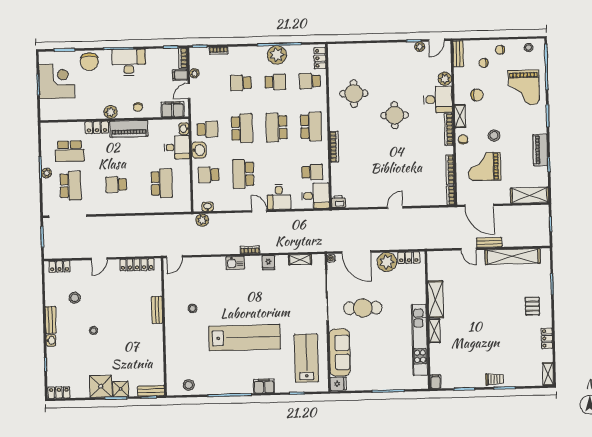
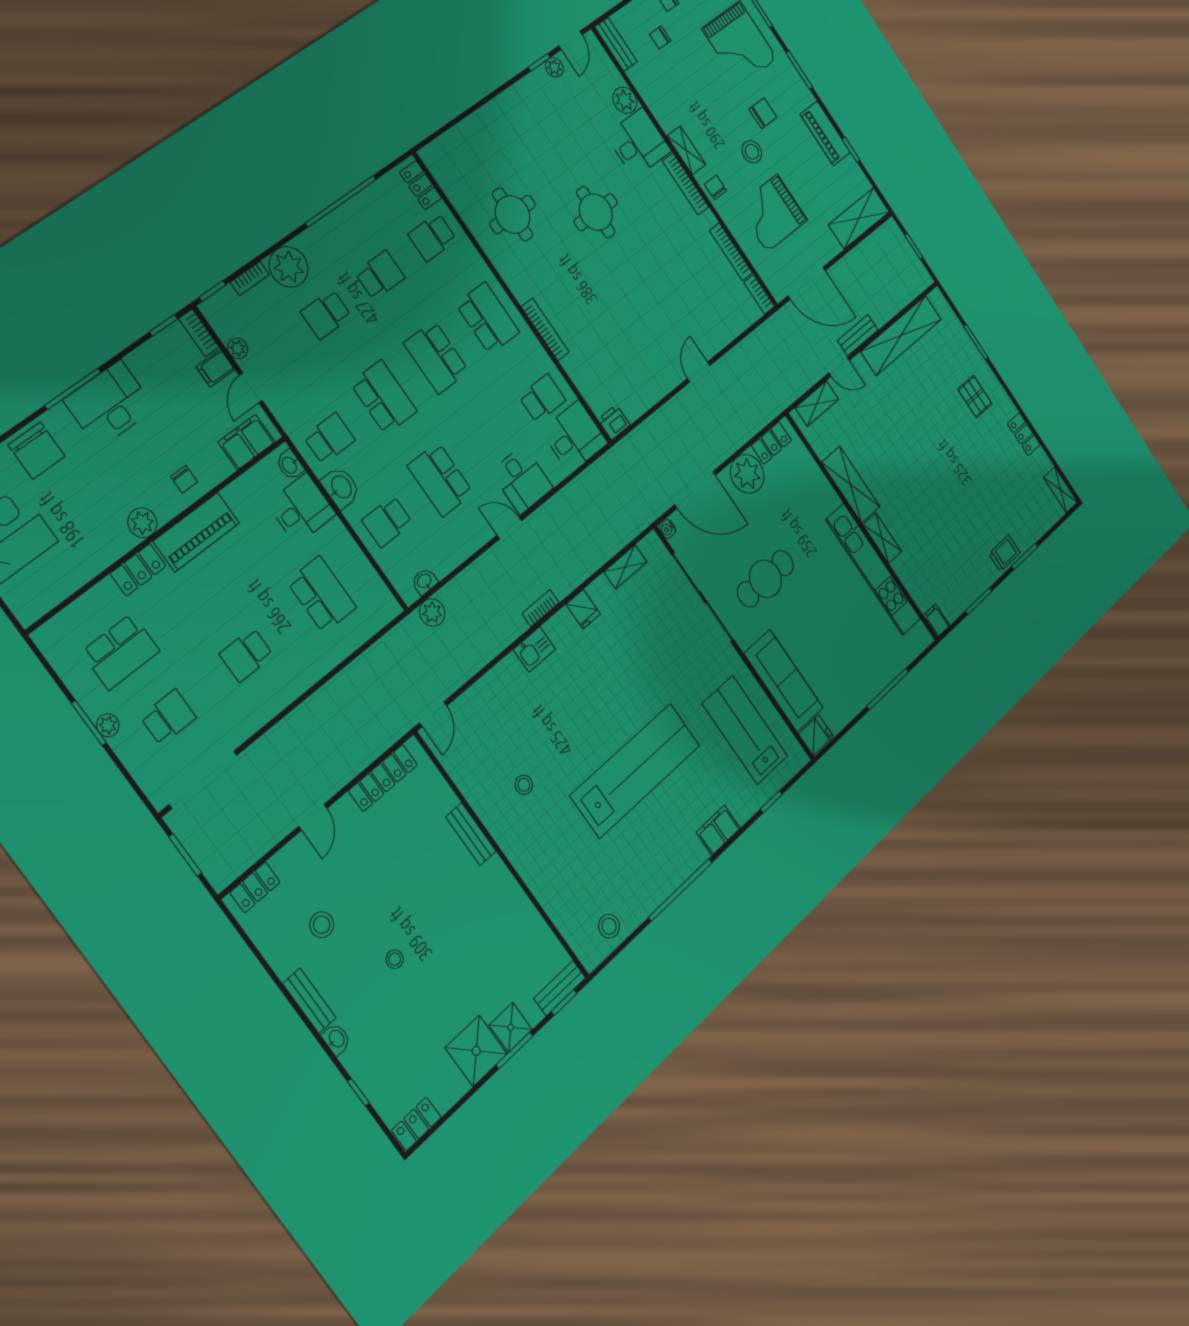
plant: (277, 55) -> (289, 267), moved
chair: (477, 95) -> (763, 113), moved
school desk: (71, 186) -> (168, 717), width x0.54
shelving: (445, 257) -> (817, 403), added

